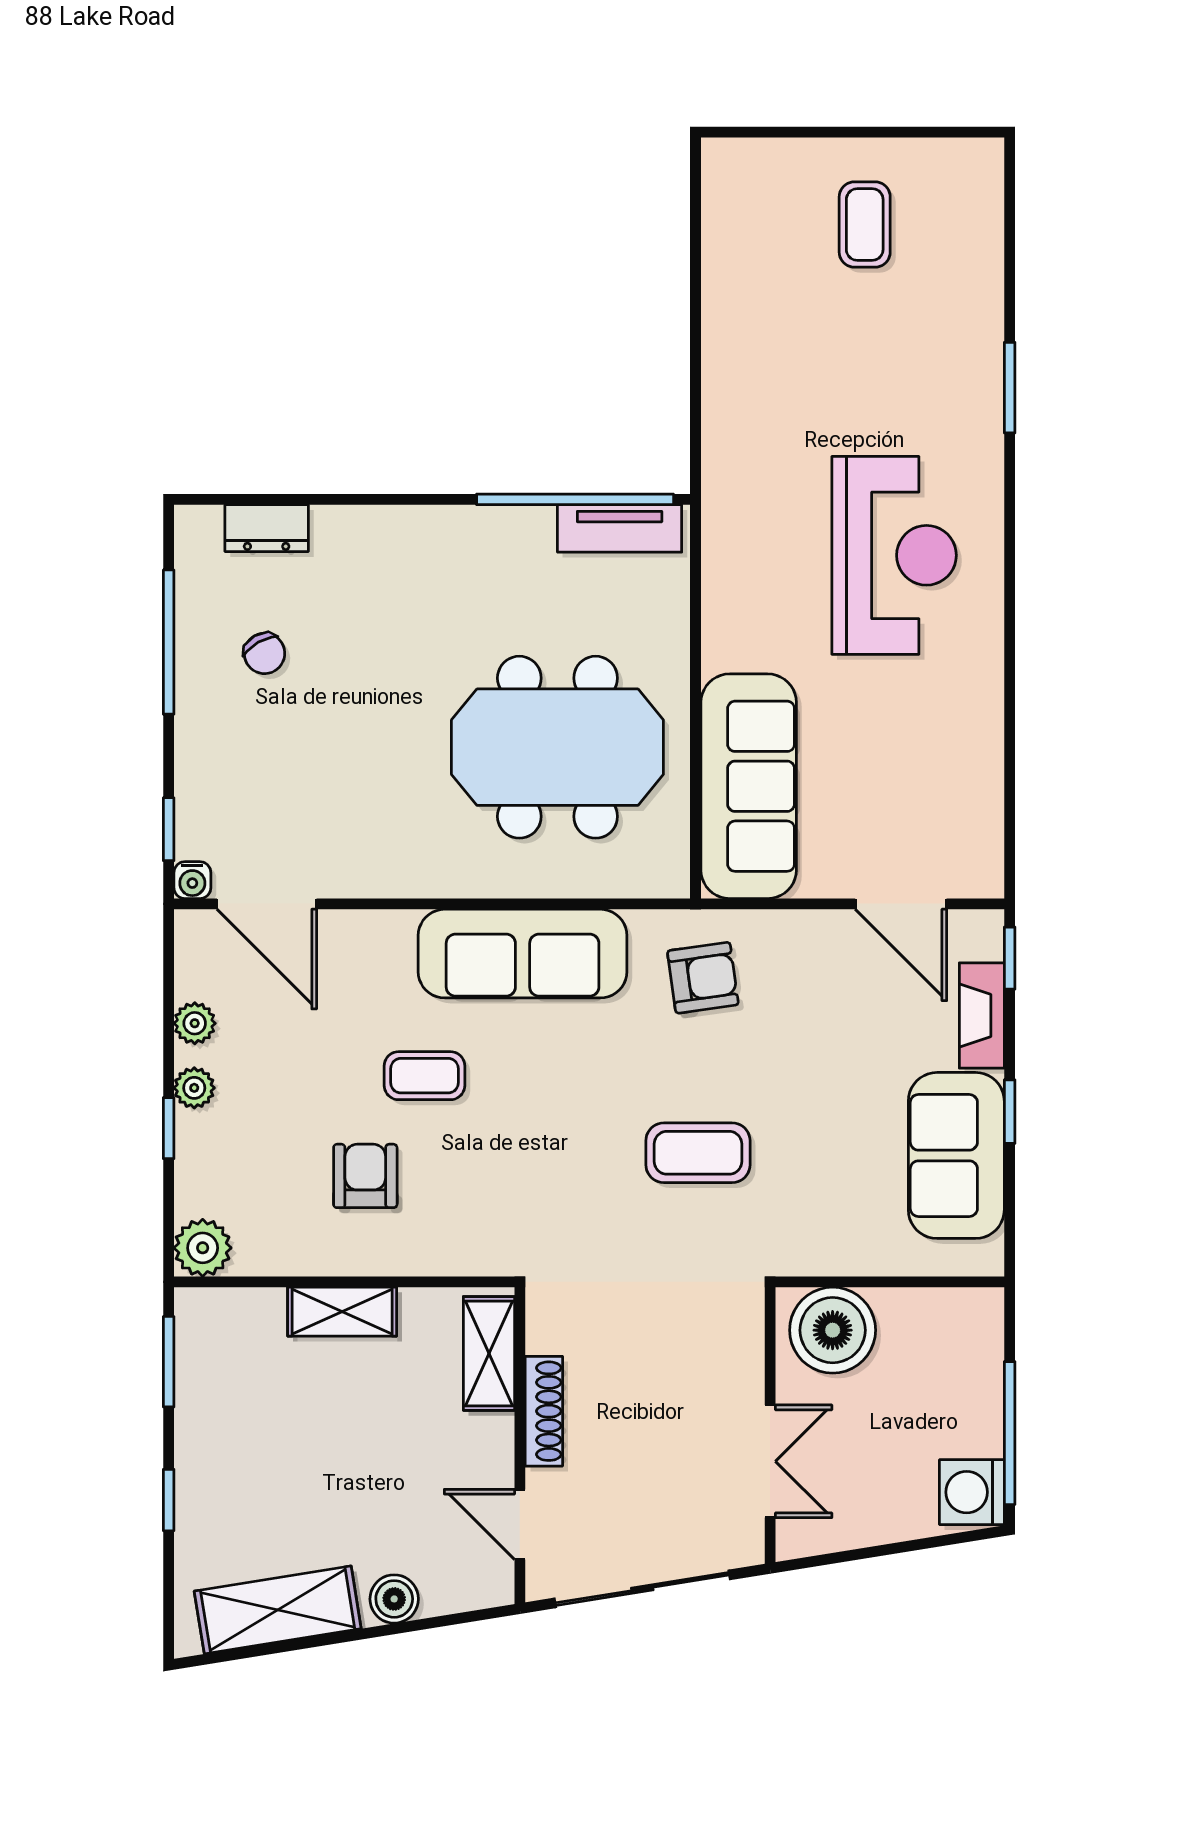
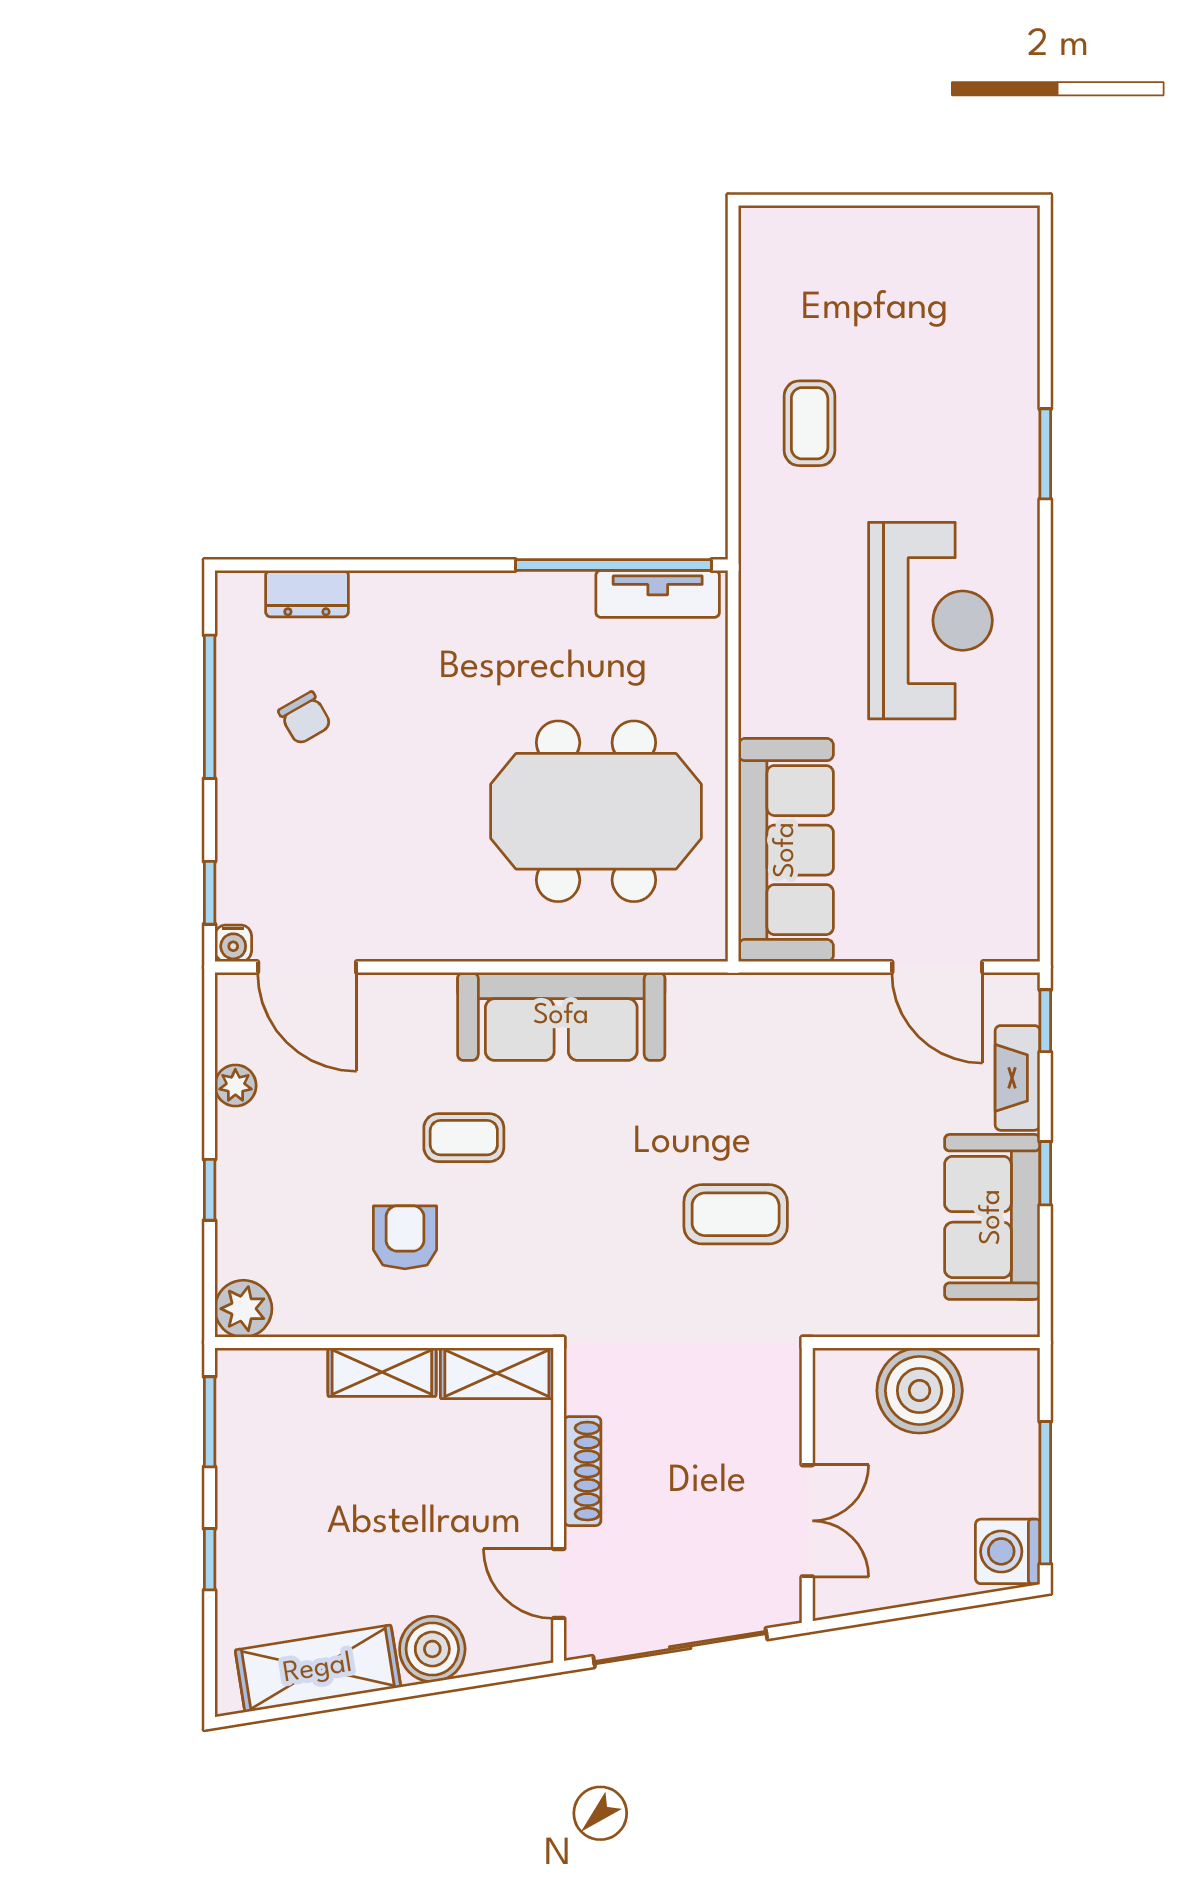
coffee table: (865, 225) -> (810, 423), moved
armchair: (703, 978) -> (740, 1040), removed
plant: (194, 1088) -> (235, 1150), removed
boiler: (833, 1330) -> (920, 1391), moved
shelving: (489, 1353) -> (497, 1373), moved, turned 90
boiler: (394, 1599) -> (432, 1649), width x1.36, depth x1.36

